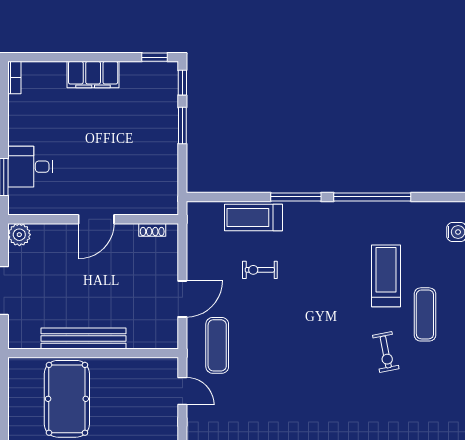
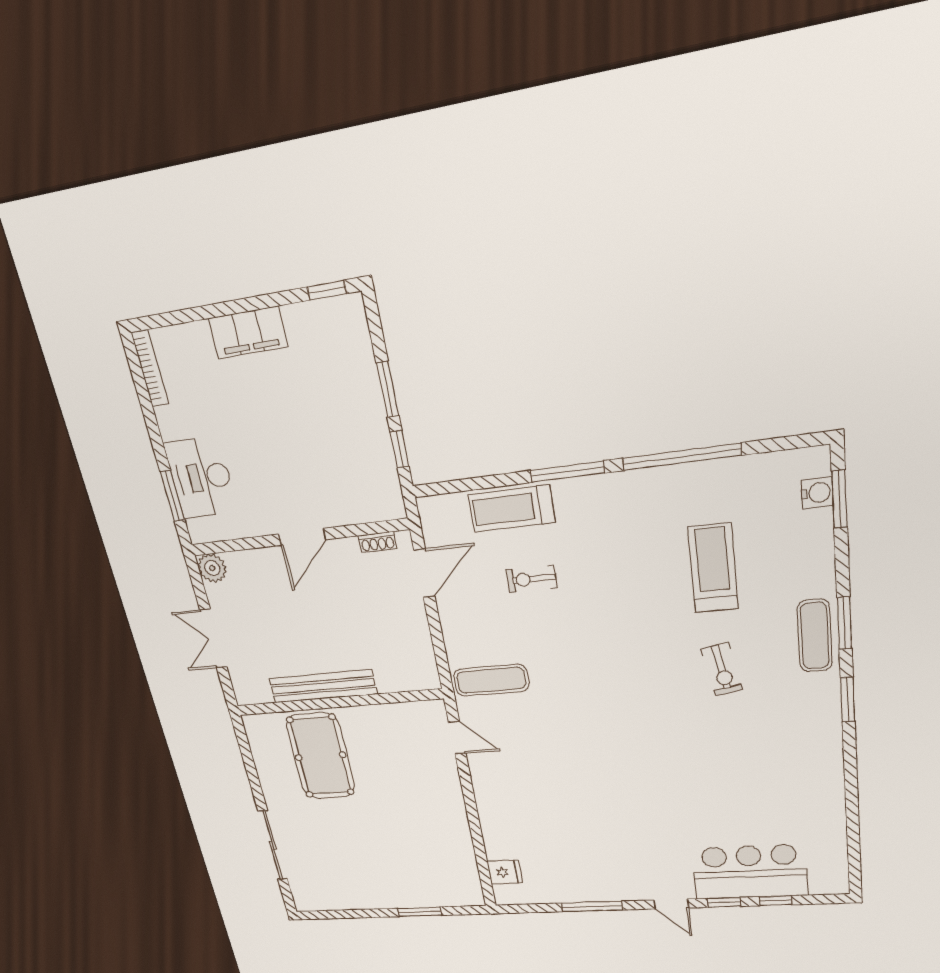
bookcase: (14, 78) -> (150, 368), width x1.56
window: (182, 83) -> (400, 449), moved
desk: (30, 167) -> (201, 478), width x1.37
door: (182, 299) -> (424, 573), moved
exercise mat: (425, 314) -> (815, 636), moved
exercise mat: (217, 345) -> (491, 680), turned 90

